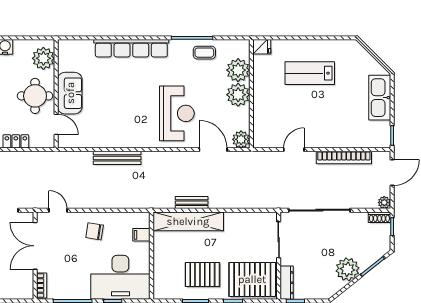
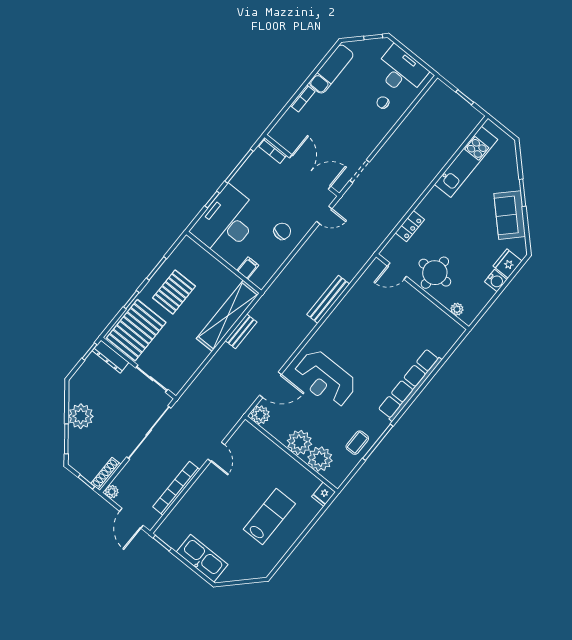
plant: (43, 58) -> (457, 309), width x0.53, depth x0.53
sofa: (70, 93) -> (414, 303), removed
shoe rack: (379, 217) -> (106, 474), width x1.43

